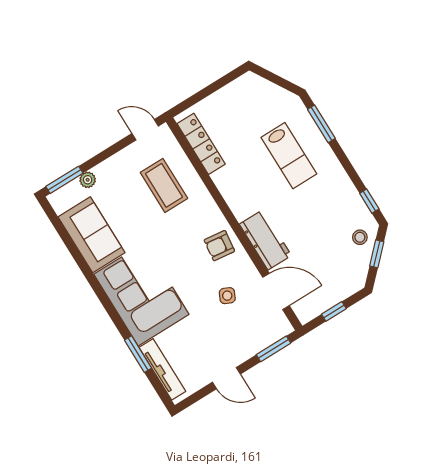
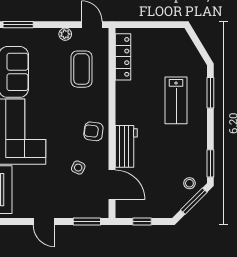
plant: (88, 180) -> (65, 34), moved
window: (369, 201) -> (210, 163), width x1.50
window: (377, 254) -> (194, 201), width x1.50

